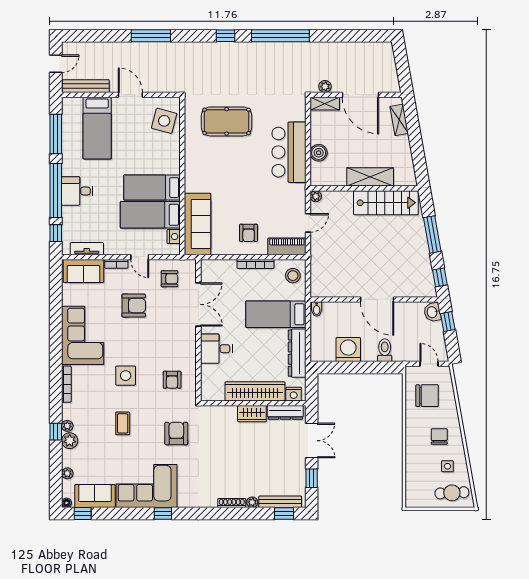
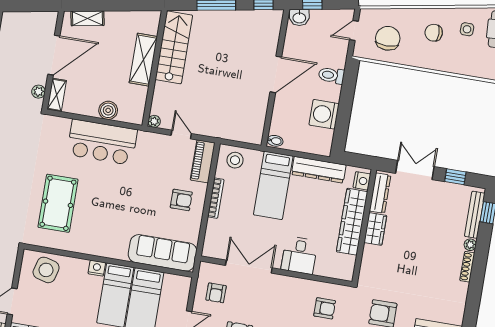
nightstand: (174, 236) -> (97, 268), moved
armchair: (169, 279) -> (216, 293), turned 180

